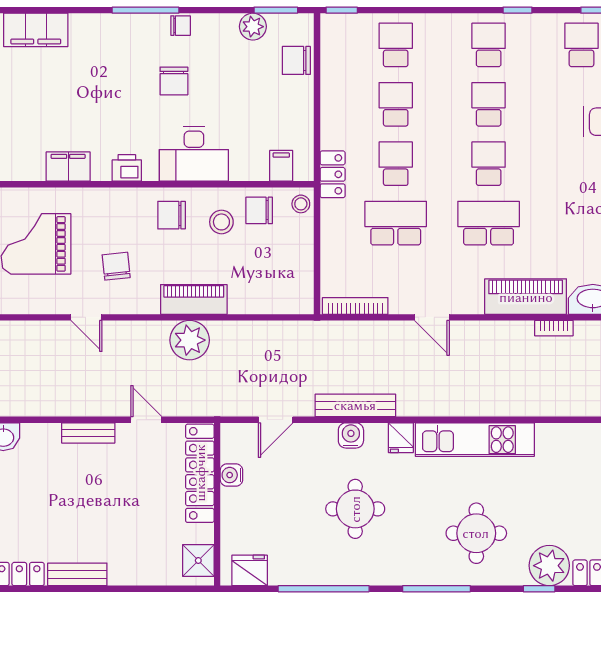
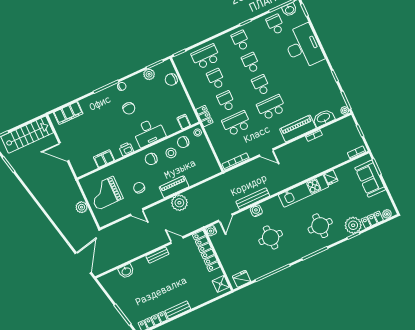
school desk: (396, 45) -> (206, 57), width x1.85
fridge: (401, 438) -> (331, 177), moved
water cooler: (231, 475) -> (211, 231), moved

